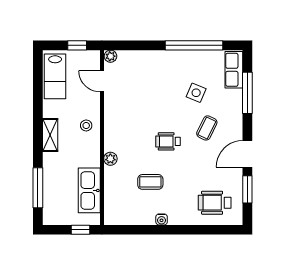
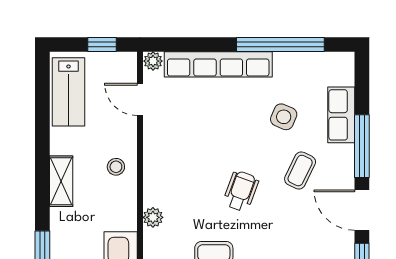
row of seats: (153, 58) -> (218, 64), added
row of seats: (234, 70) -> (341, 115), moved
window: (247, 93) -> (362, 146), moved
wheelchair: (168, 141) -> (241, 191), turned 110
door: (247, 154) -> (362, 210), hinge flipped

